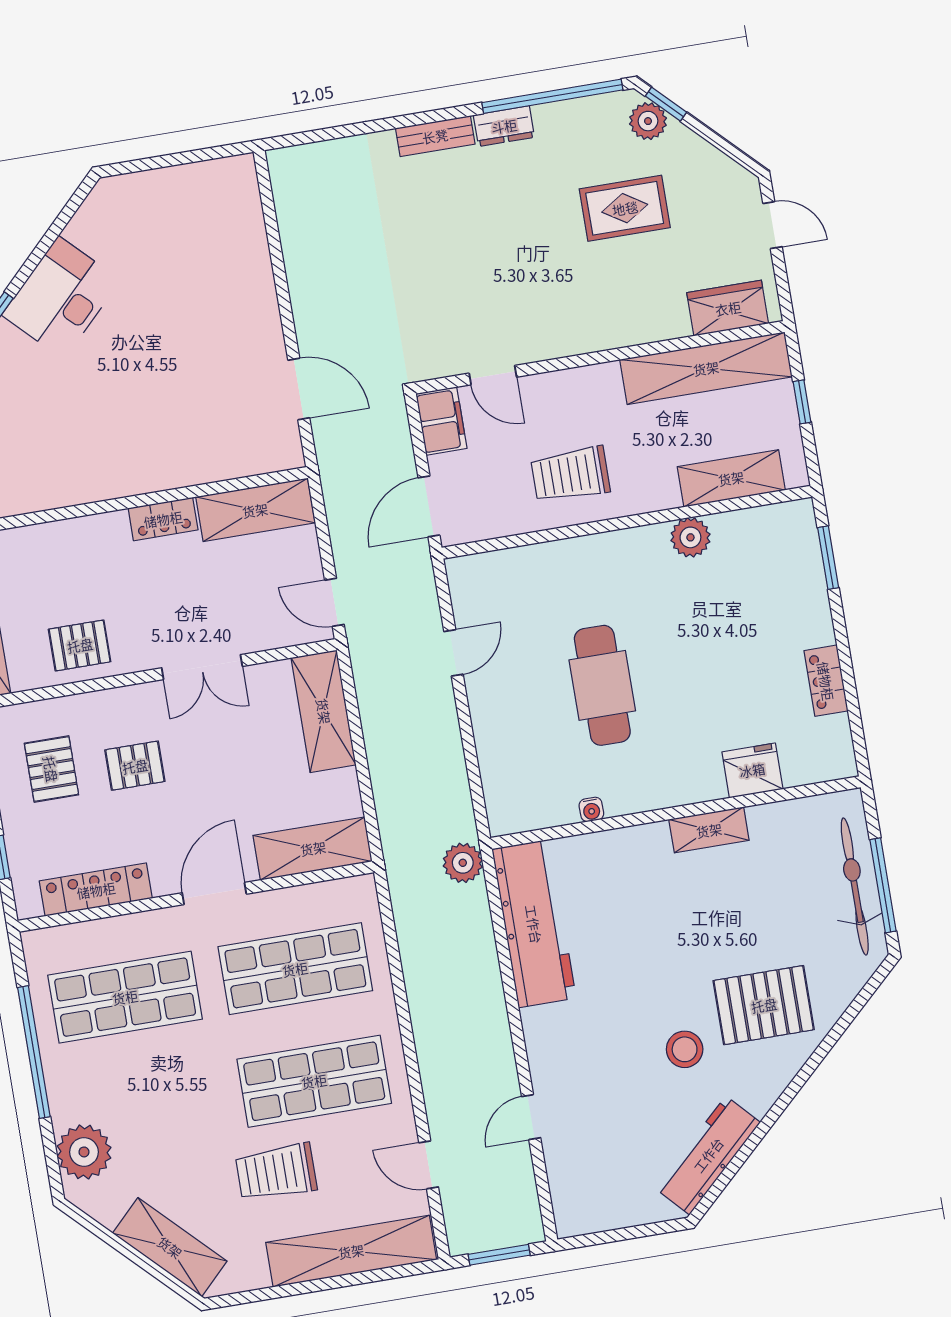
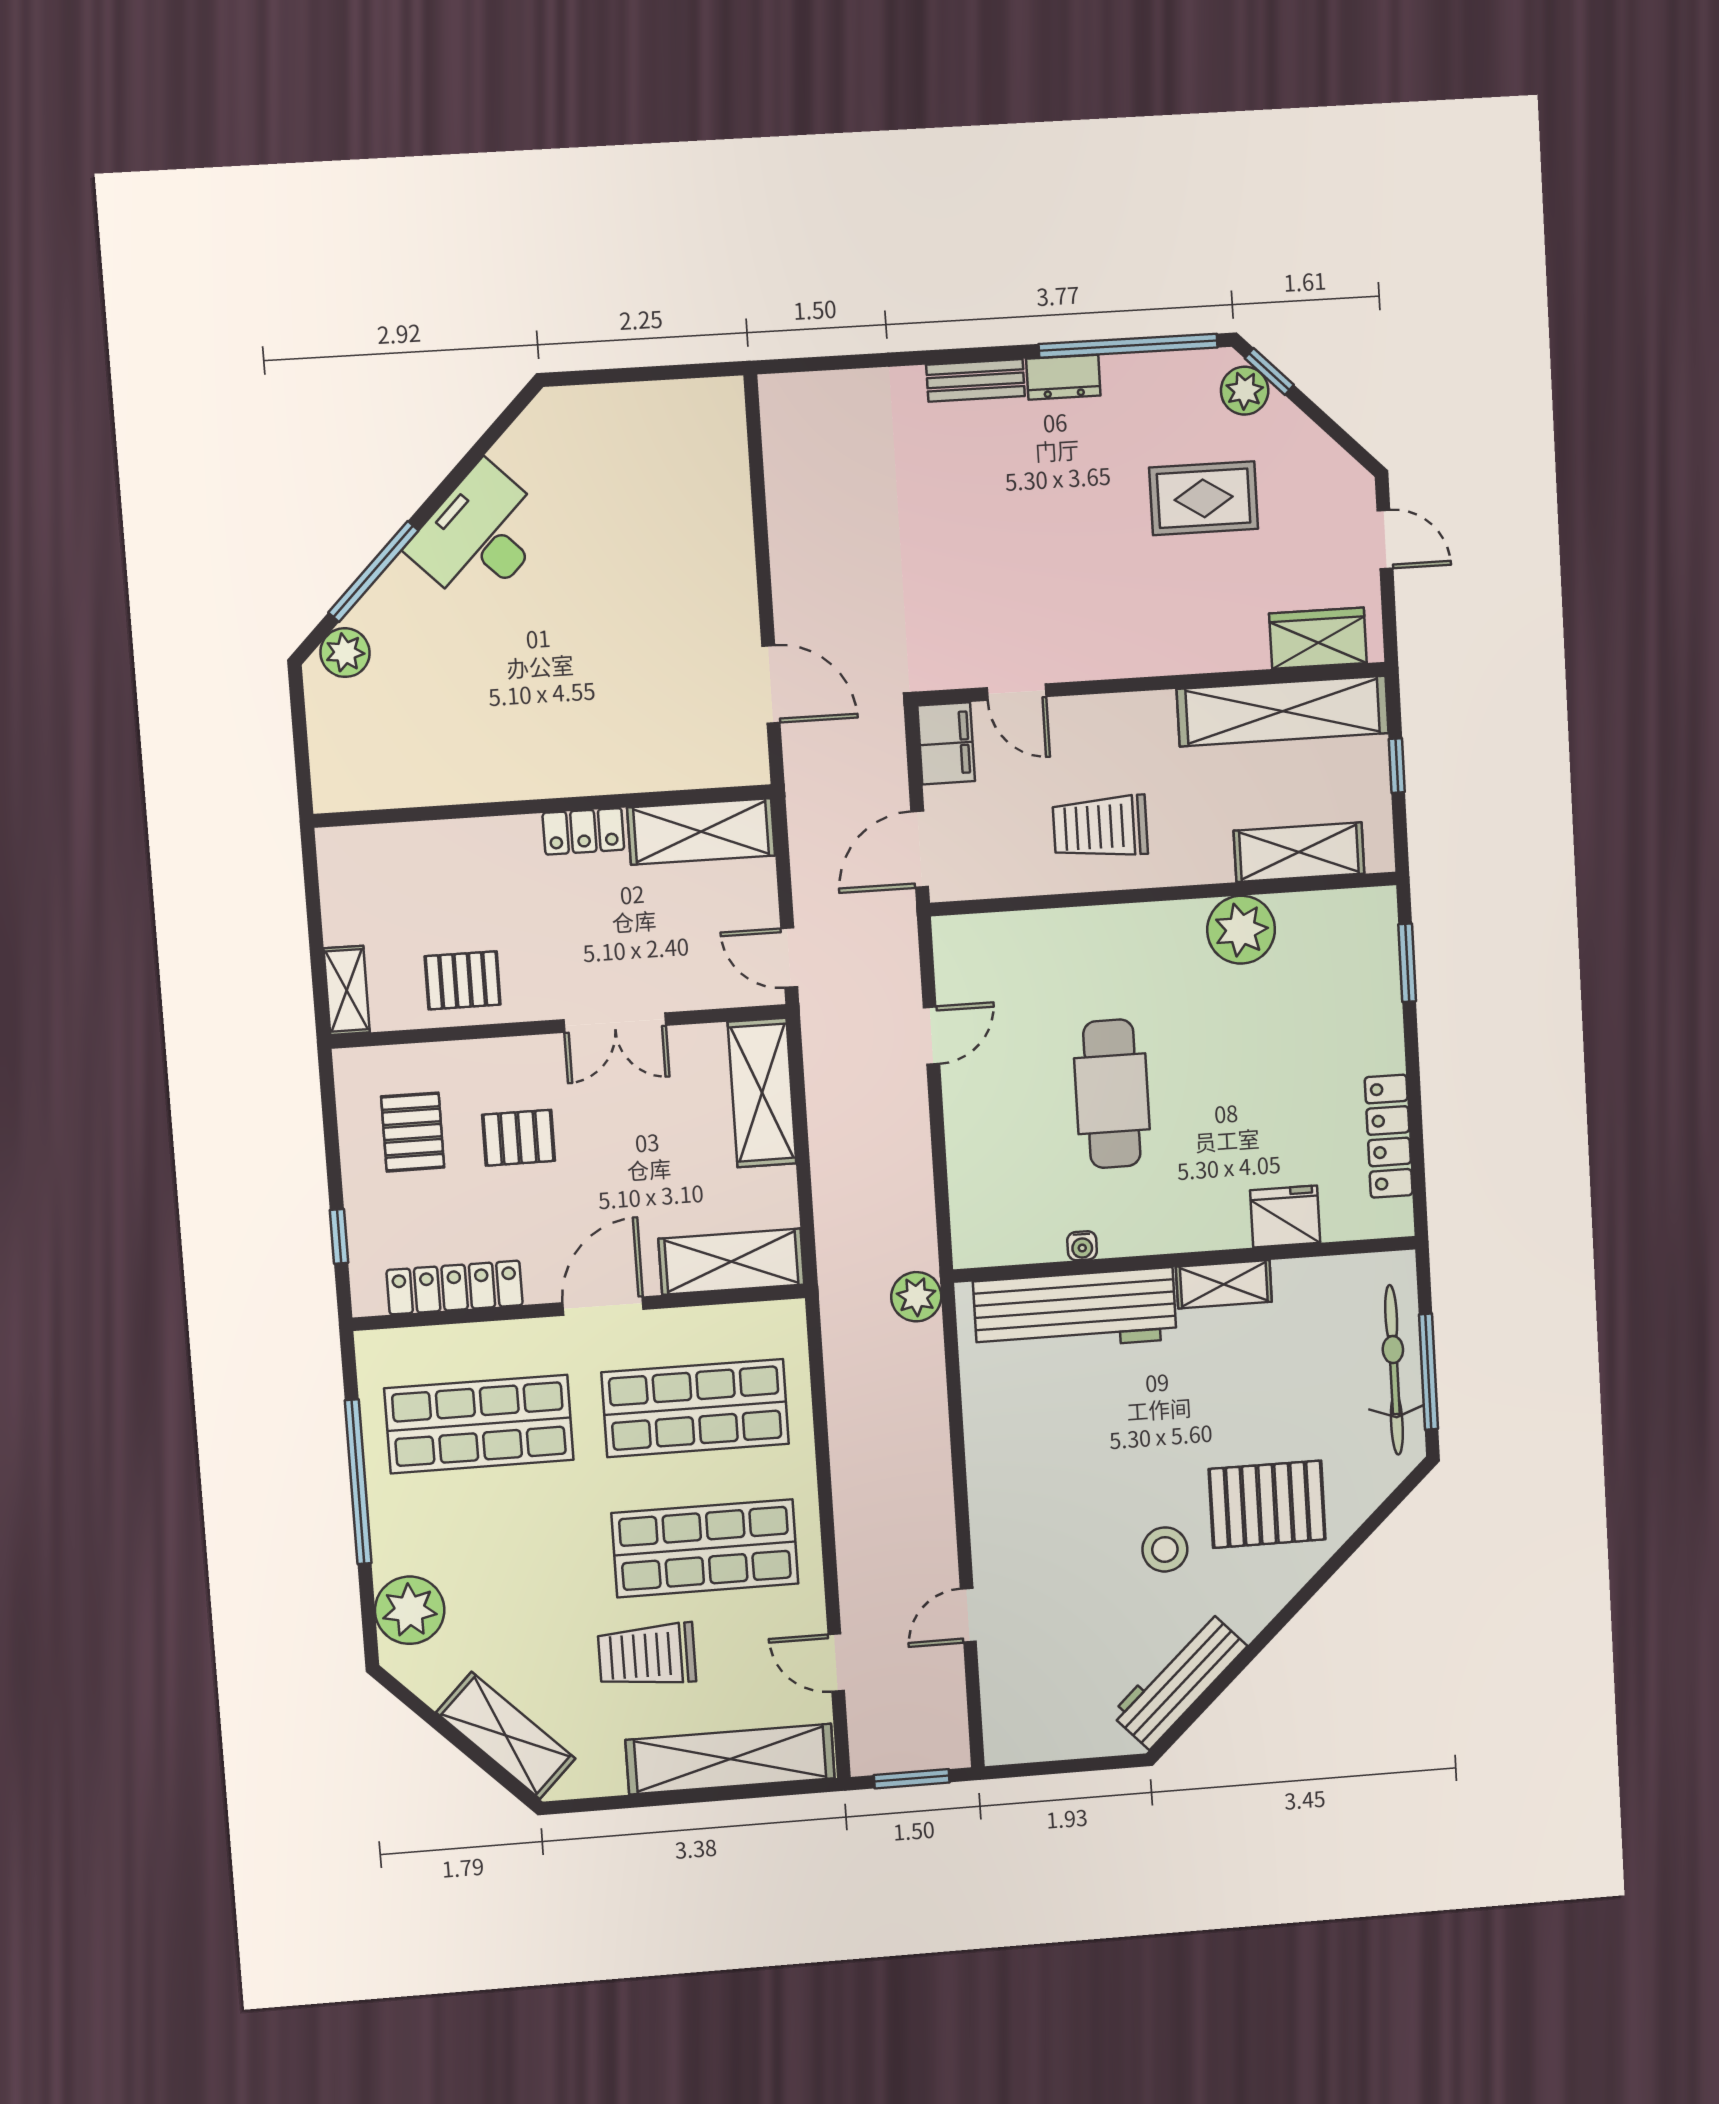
plant: (690, 537) -> (1241, 930), width x1.36, depth x1.36
locker: (826, 681) -> (1389, 1136), width x1.53
workbench: (534, 924) -> (1075, 1310), moved, turned 90

